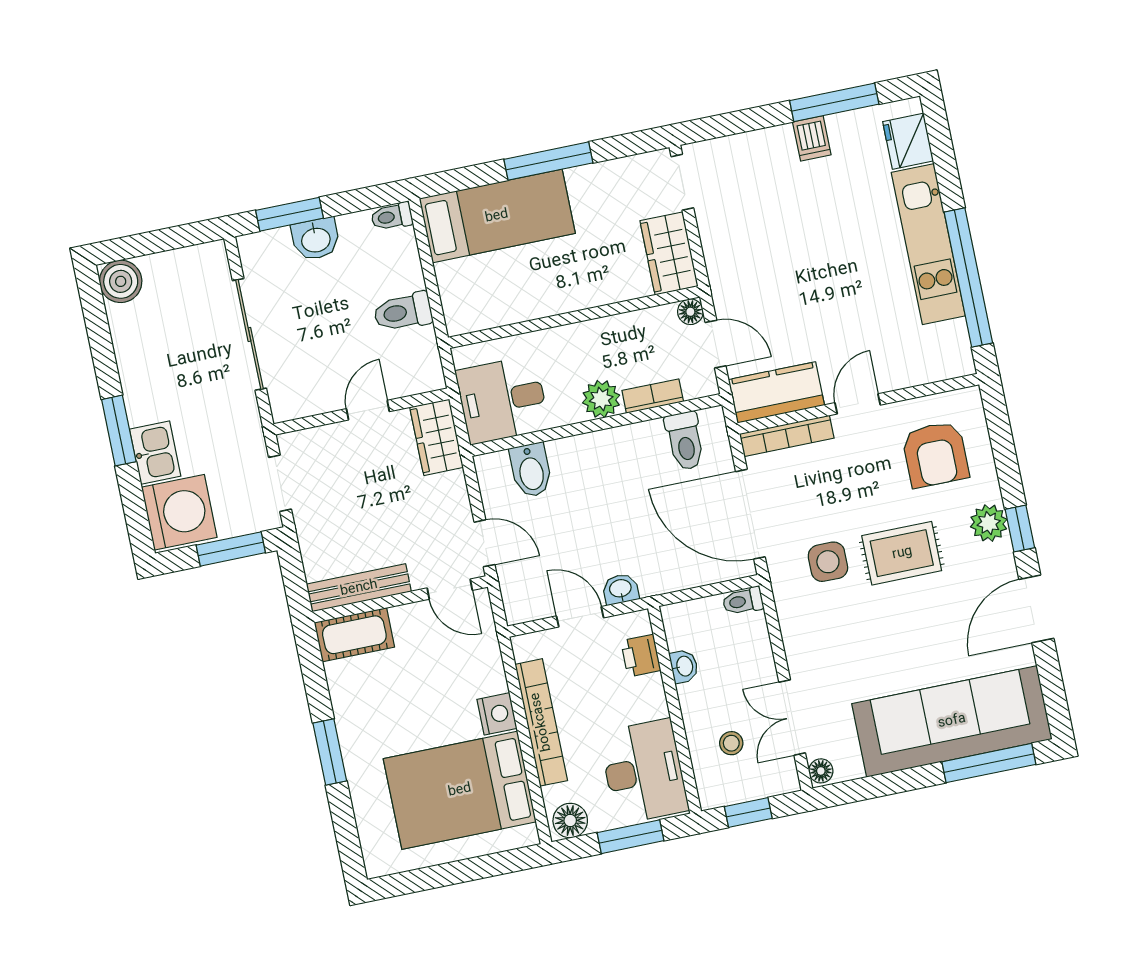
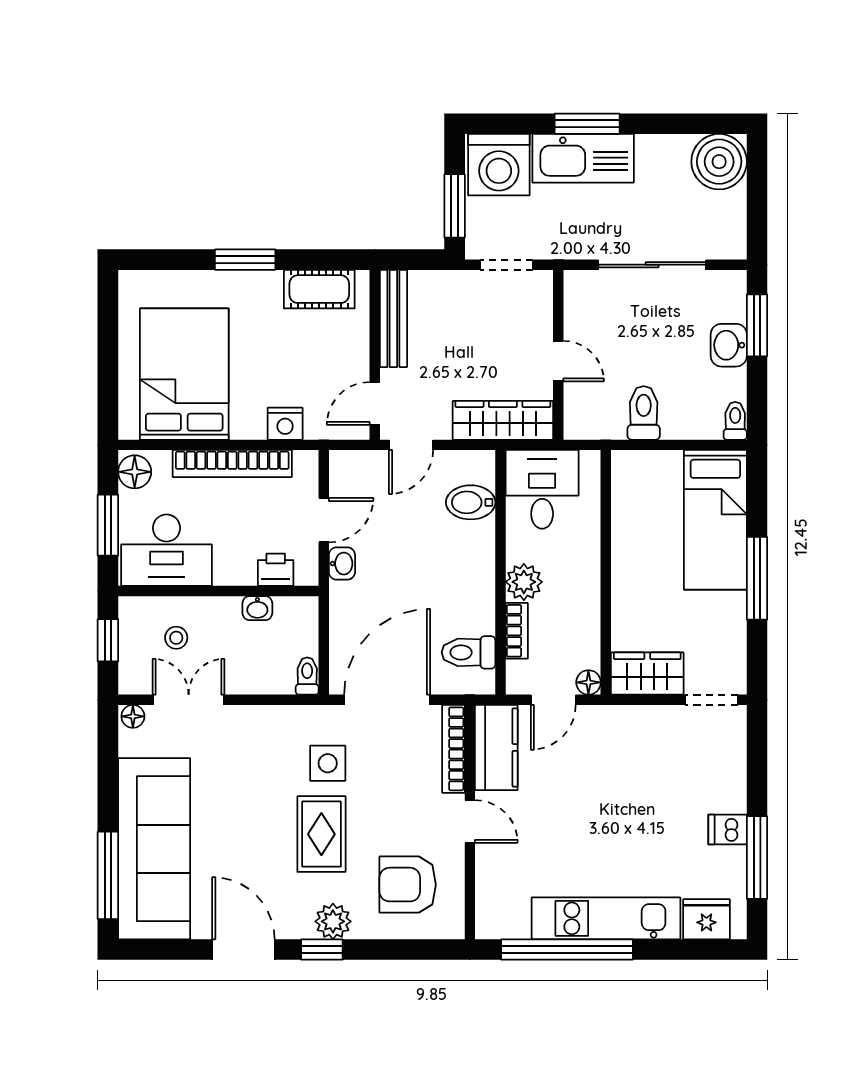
boiler: (121, 281) -> (719, 162), width x1.37, depth x1.37
wardrobe: (437, 437) -> (503, 420), width x1.50
kitchen sink: (155, 453) -> (583, 158), width x1.88, depth x1.24
cot: (354, 635) -> (319, 289), moved, turned 90
nightstand: (497, 714) -> (285, 424), moved

